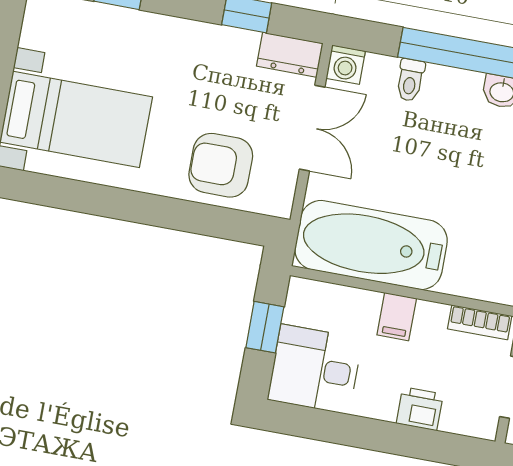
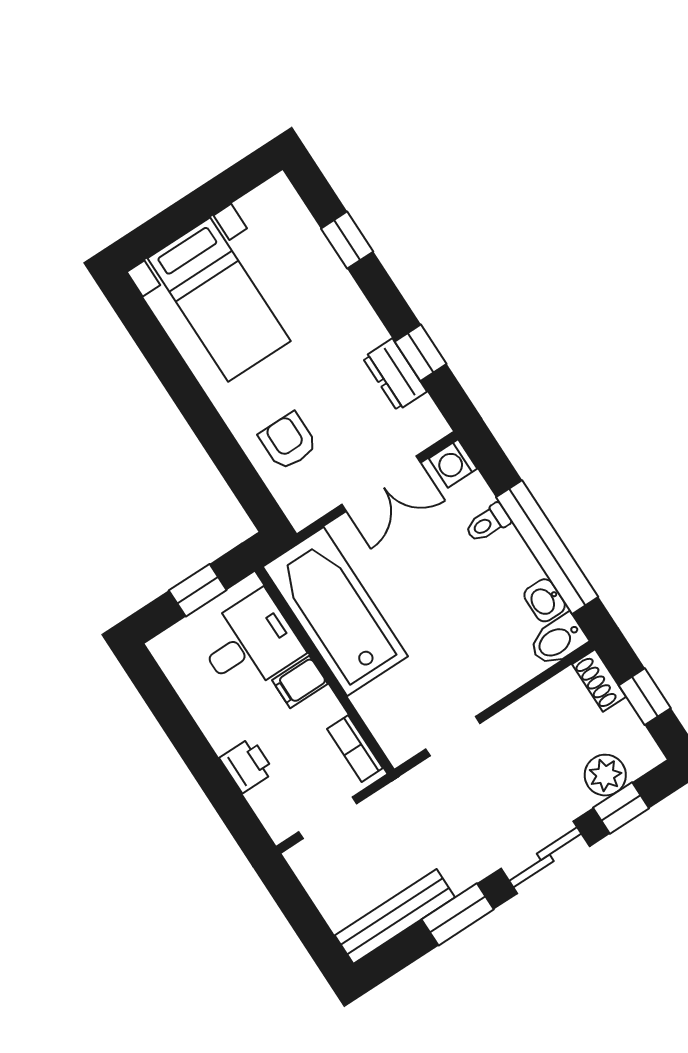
dresser: (290, 55) -> (395, 375), moved
armchair: (221, 165) -> (288, 441), width x0.72, depth x0.72
desk: (315, 369) -> (250, 643), moved, turned 90

